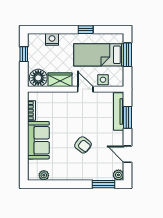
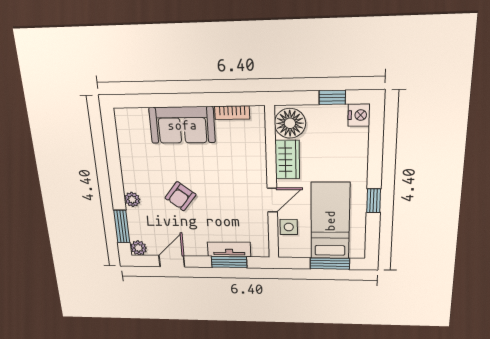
nightstand: (52, 39) -> (359, 115), moved
tv unit: (119, 111) -> (229, 249), width x0.71
plant: (44, 175) -> (132, 199), moved

